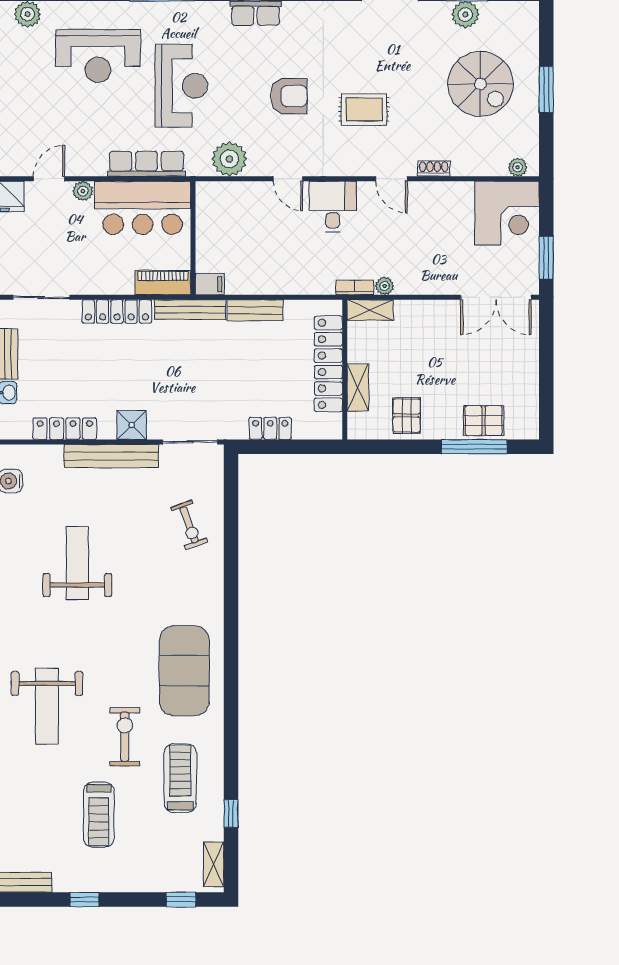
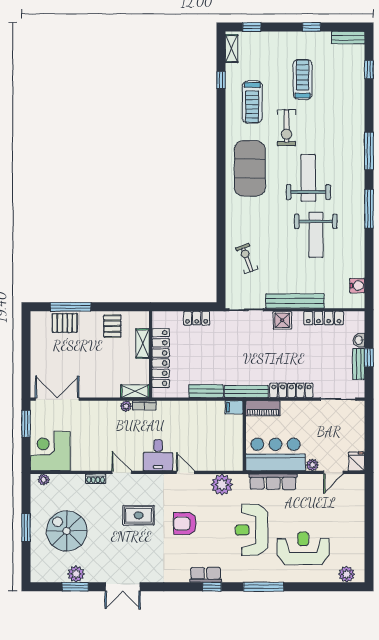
weight bench: (47, 706) -> (308, 178), moved

